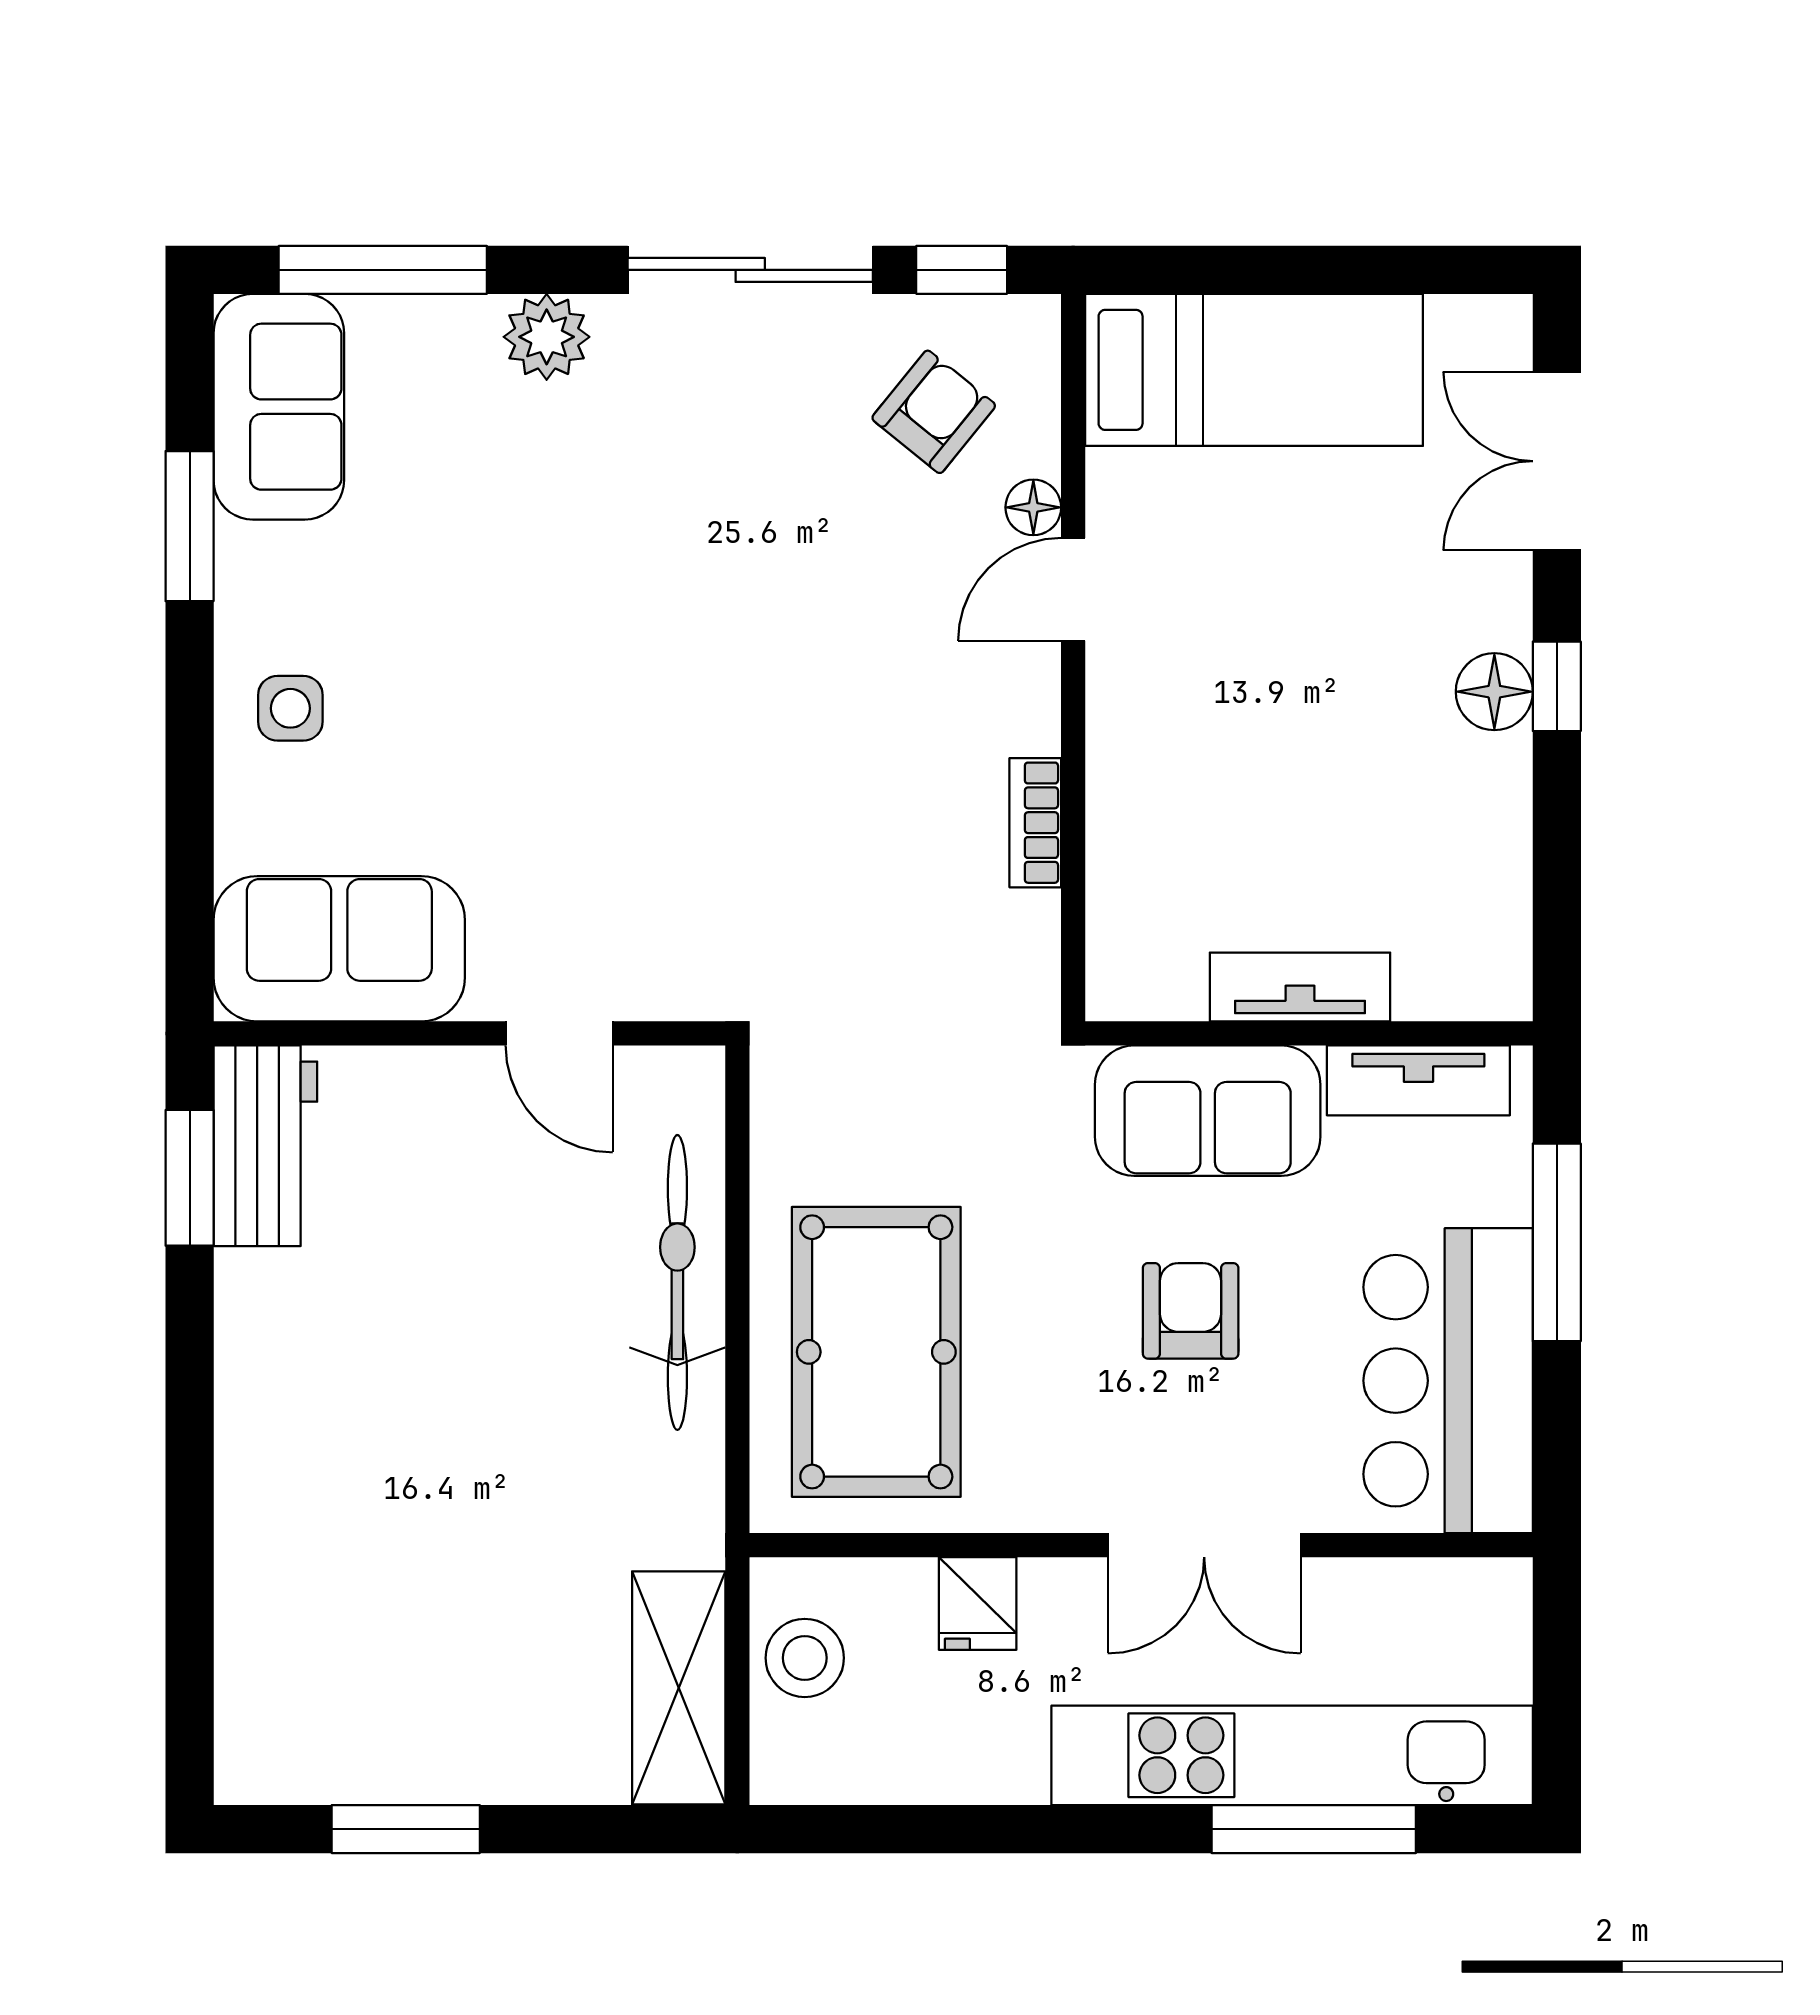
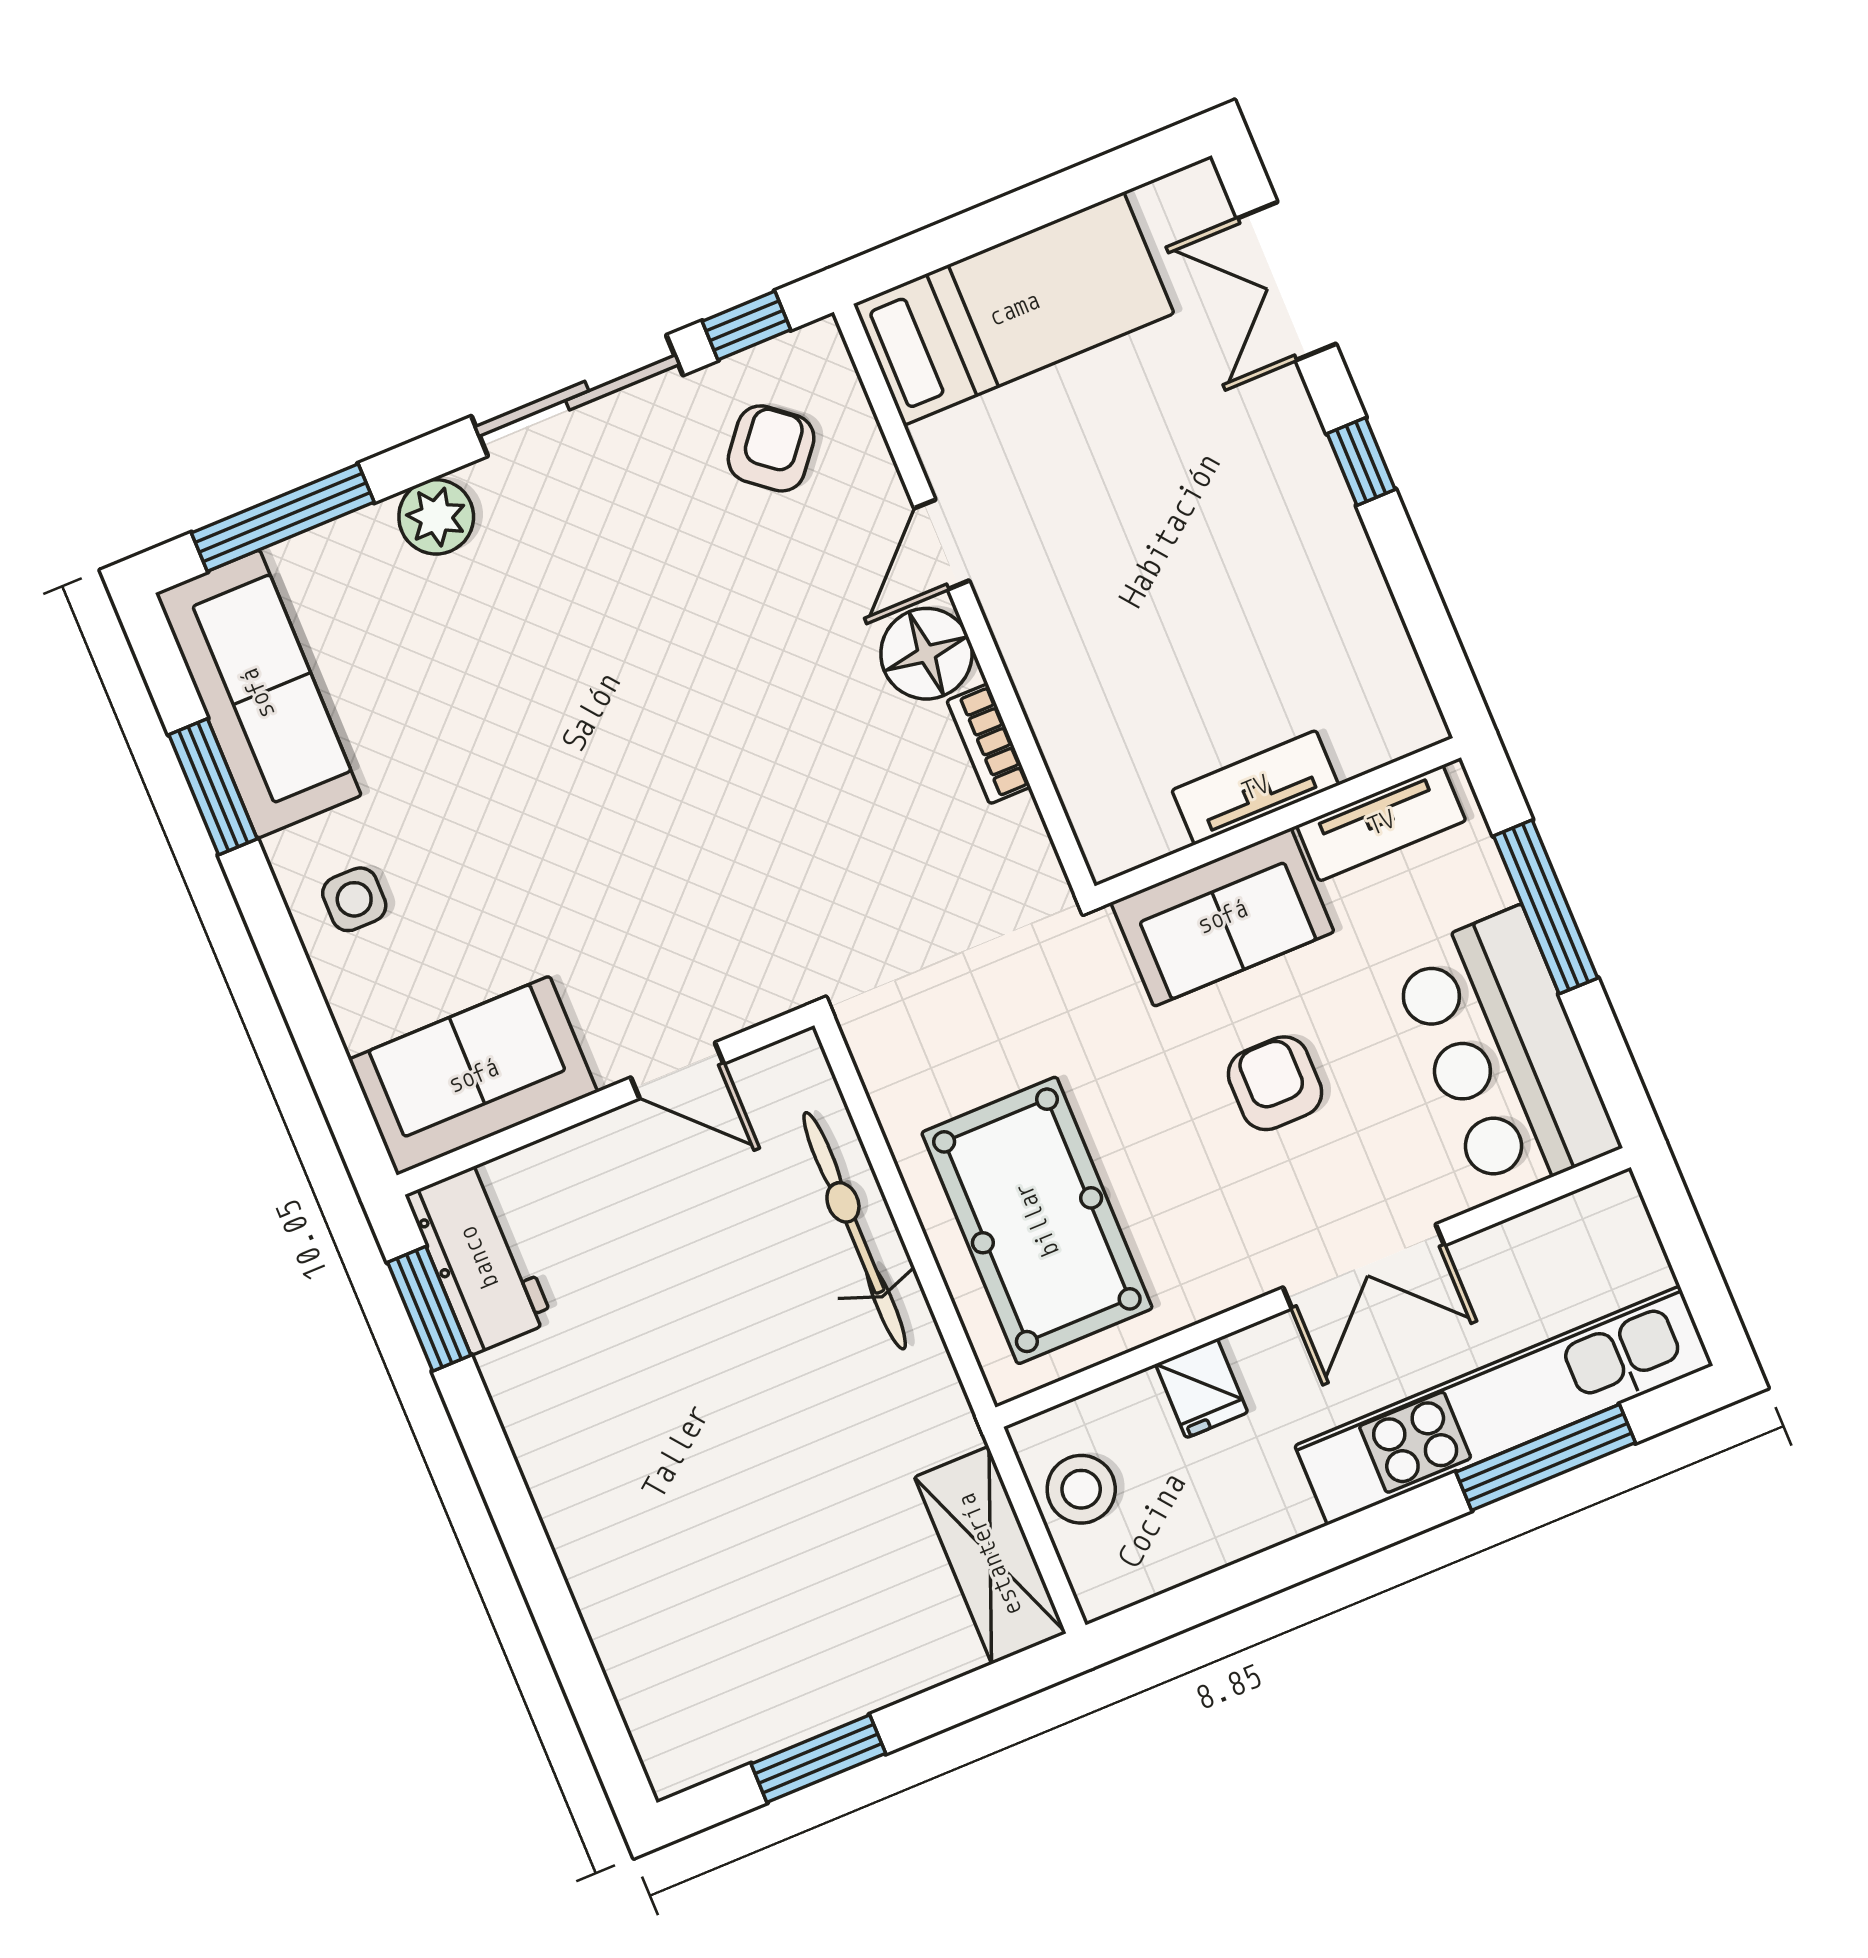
sofa: (279, 407) -> (258, 694), width x1.36
floor lamp: (1033, 507) -> (926, 654), moved, width x1.89, depth x1.89
floor lamp: (1494, 692) -> (1313, 487), removed

